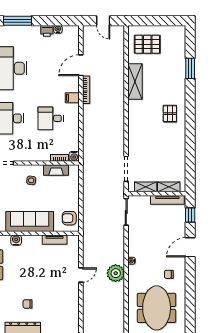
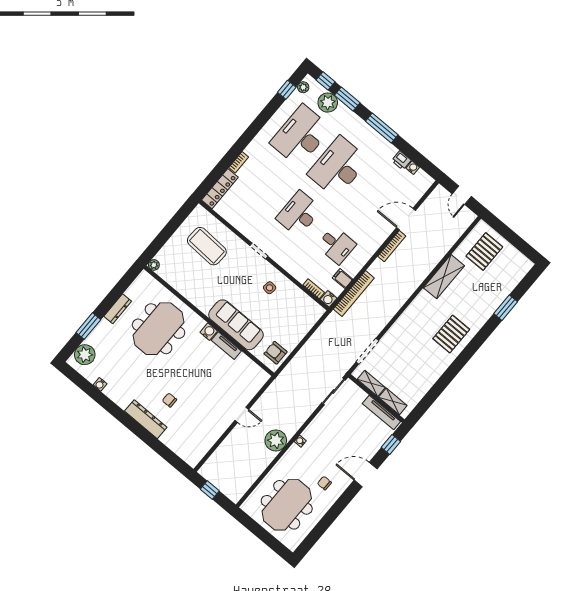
pallet: (147, 44) -> (484, 252), turned 90
filing cabinet: (72, 98) -> (343, 279), moved
pallet: (170, 114) -> (451, 334), width x1.50, depth x1.42
desk: (51, 118) -> (336, 245), turned 180
bookcase: (87, 140) -> (354, 294), added
fireplace: (56, 170) -> (301, 297), removed
tv unit: (55, 240) -> (226, 346), moved

